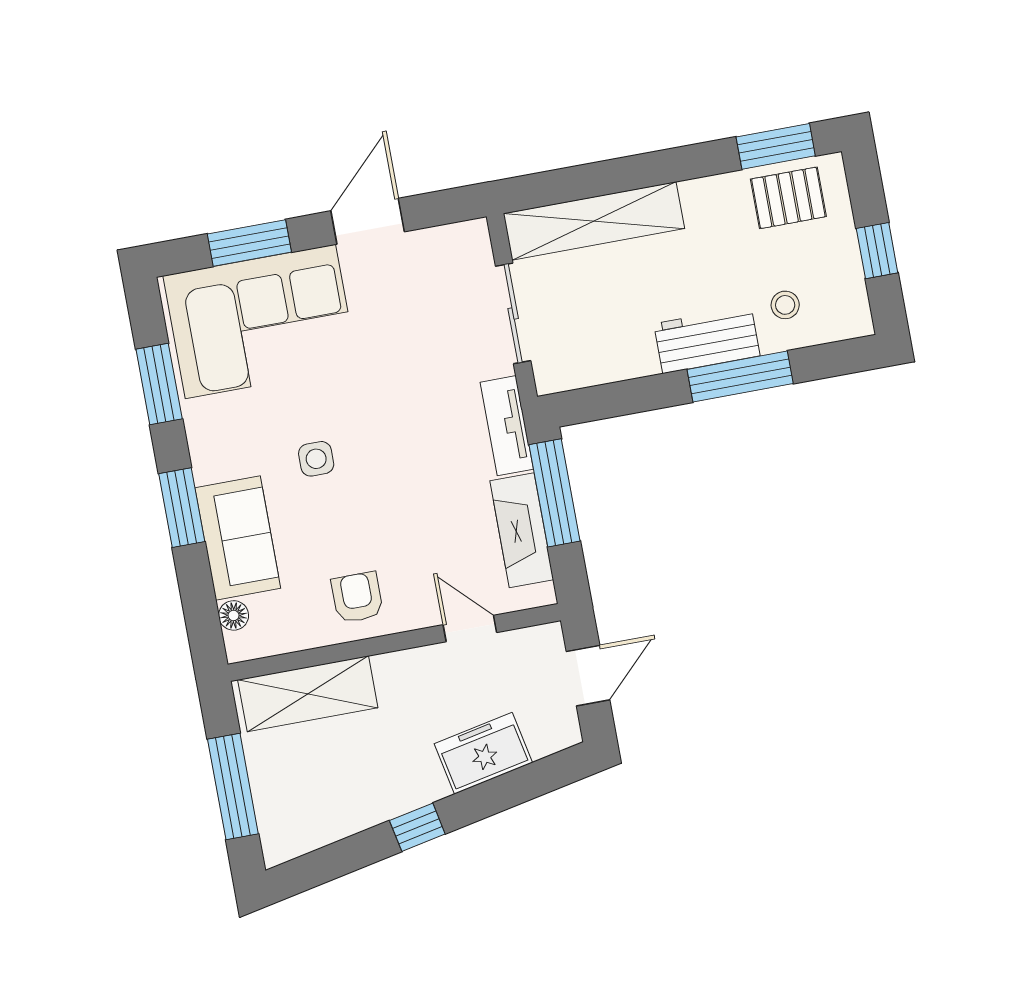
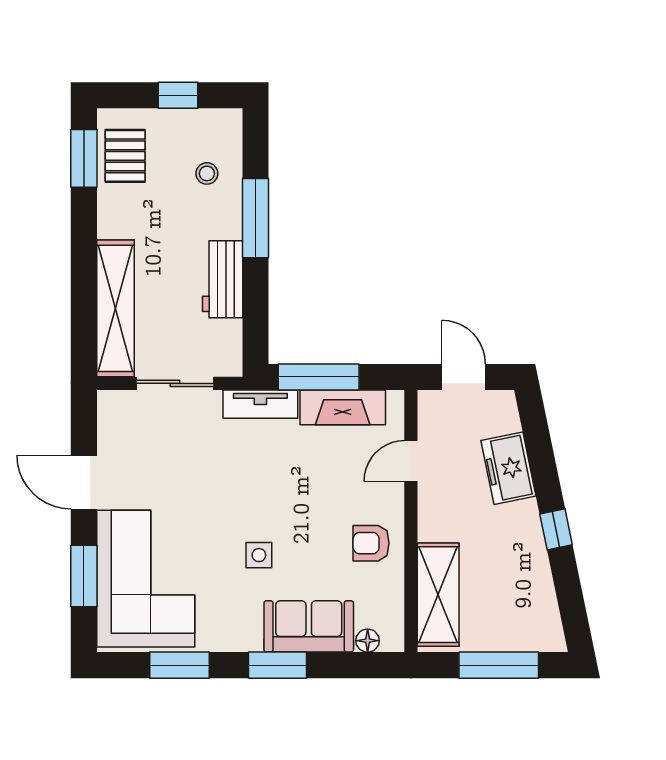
workbench: (707, 340) -> (223, 279), moved

